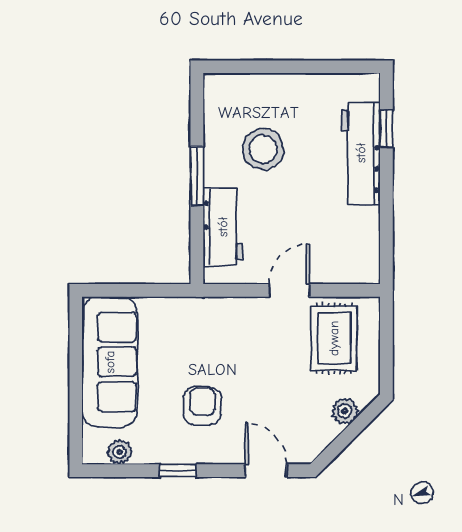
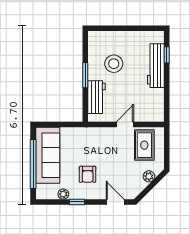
window: (76, 382) -> (33, 164), added
armchair: (202, 406) -> (88, 174), turned 180
plant: (119, 452) -> (63, 194), moved

